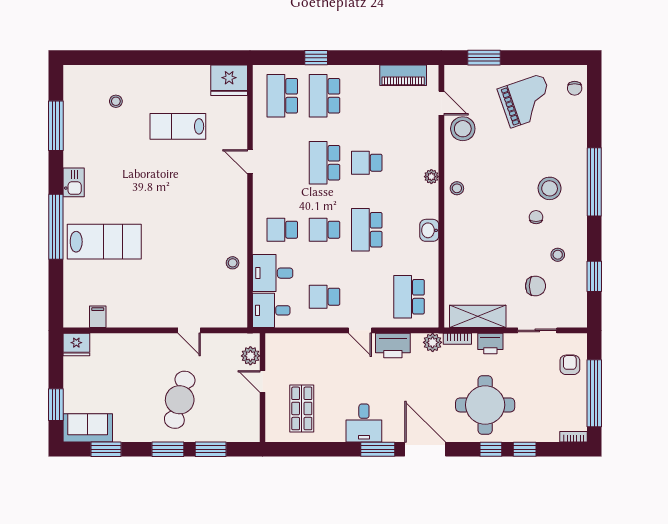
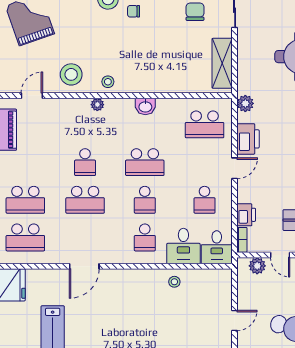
stool: (463, 129) -> (71, 74), moved
door: (250, 162) -> (84, 266), width x1.38
bookcase: (457, 339) -> (242, 240), moved
printer: (490, 343) -> (246, 215), moved
door: (262, 381) -> (280, 255), hinge flipped

